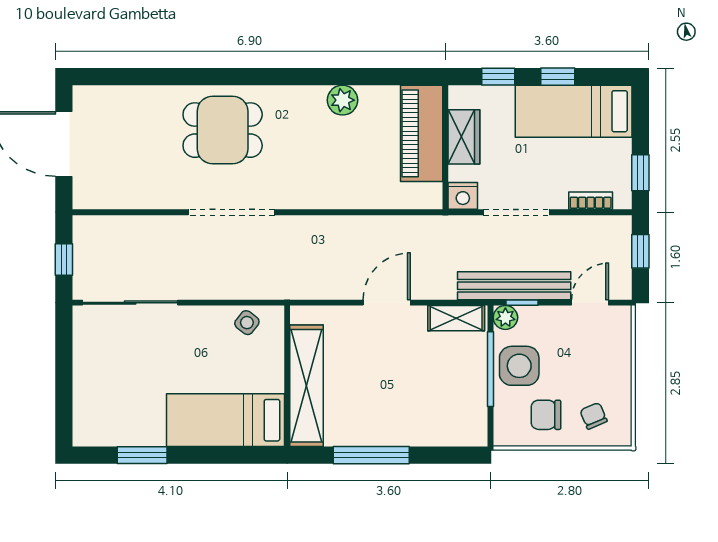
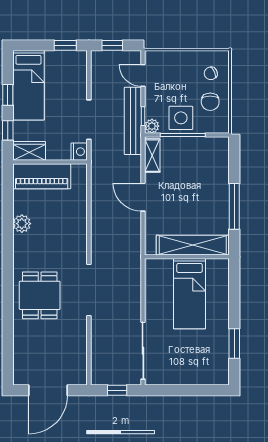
wardrobe: (464, 137) -> (29, 151), moved
bookcase: (591, 201) -> (82, 75), removed
side table: (247, 323) -> (155, 281), removed
bed: (225, 420) -> (189, 294), moved

